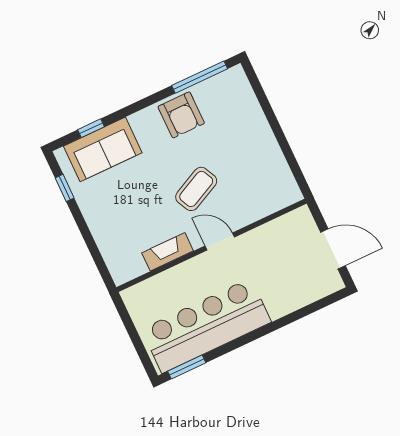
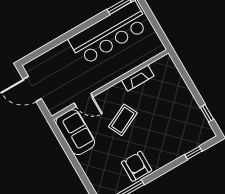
sofa: (103, 149) -> (75, 132), moved, turned 90
door: (220, 241) -> (83, 100), moved

